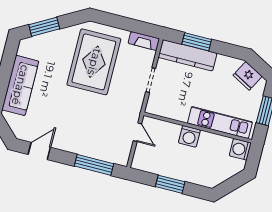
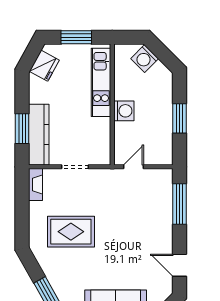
rug: (94, 62) -> (71, 232), width x0.73, depth x0.69
washing machine: (240, 149) -> (145, 59), moved, turned 45

